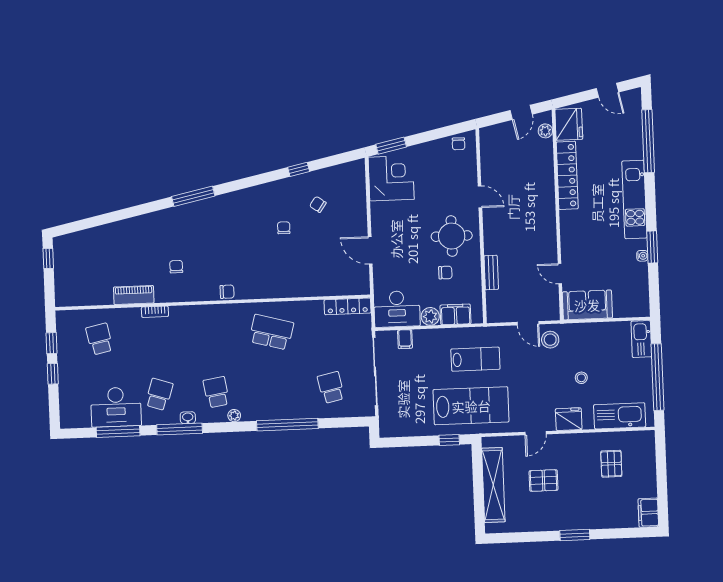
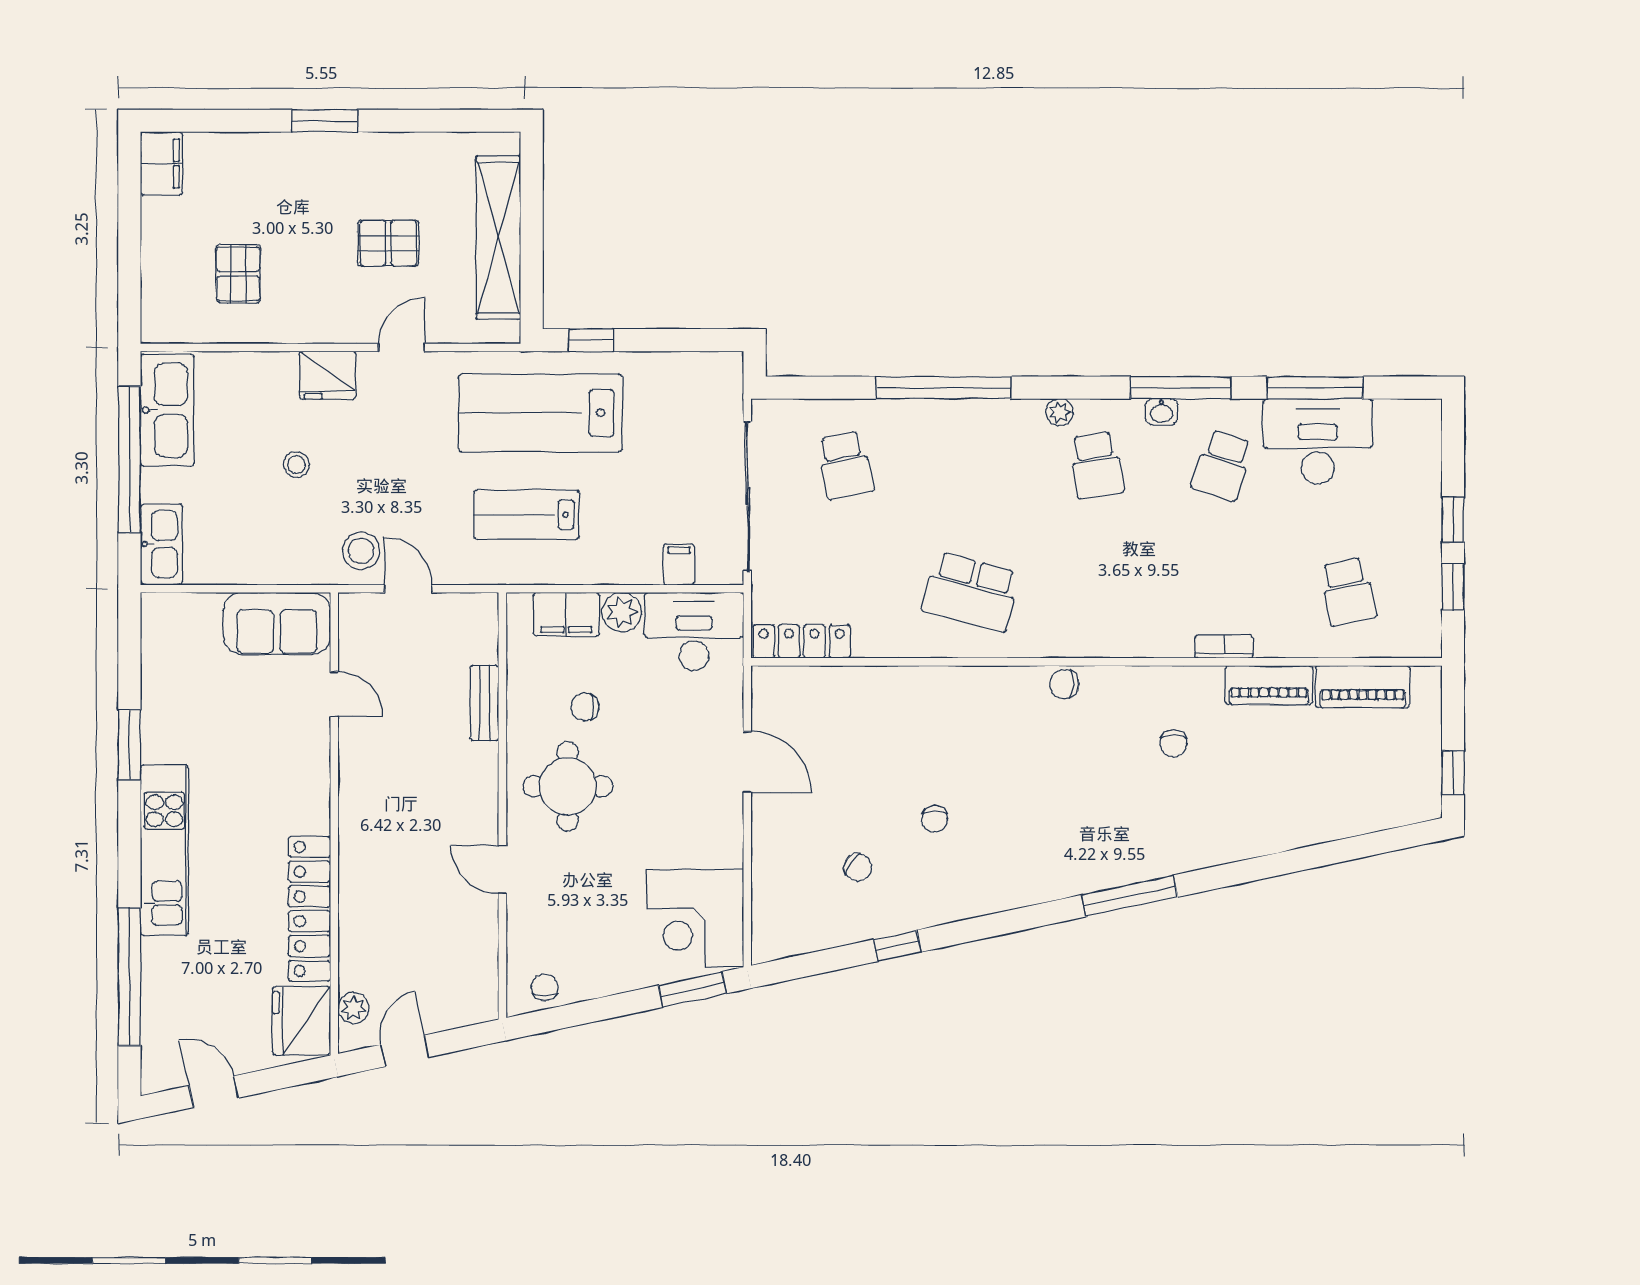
water cooler: (642, 256) -> (152, 726), removed
piano: (91, 296) -> (1363, 687), added
kitchen sink: (620, 416) -> (167, 410), moved, turned -90

